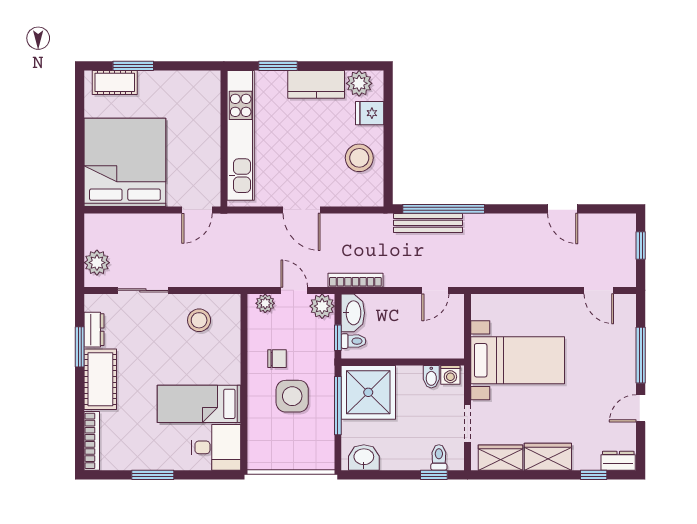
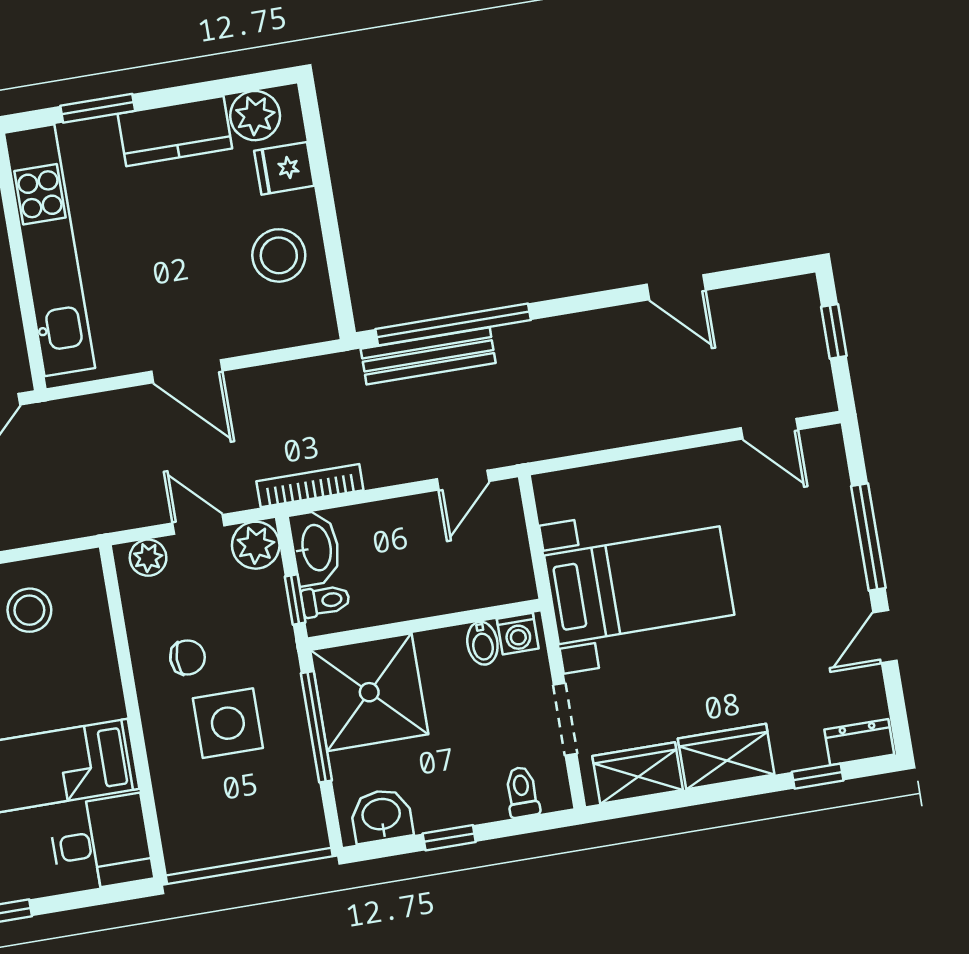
window: (434, 475) -> (449, 838), moved

